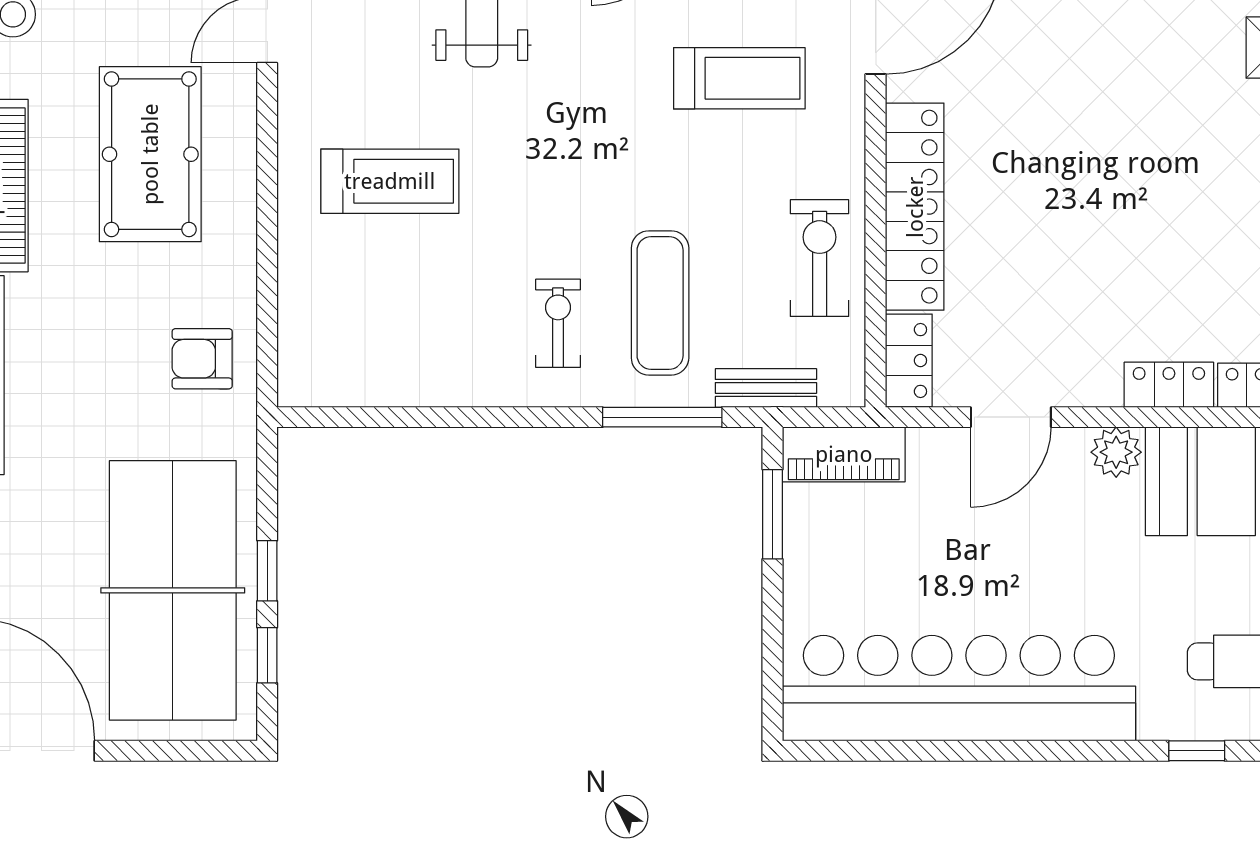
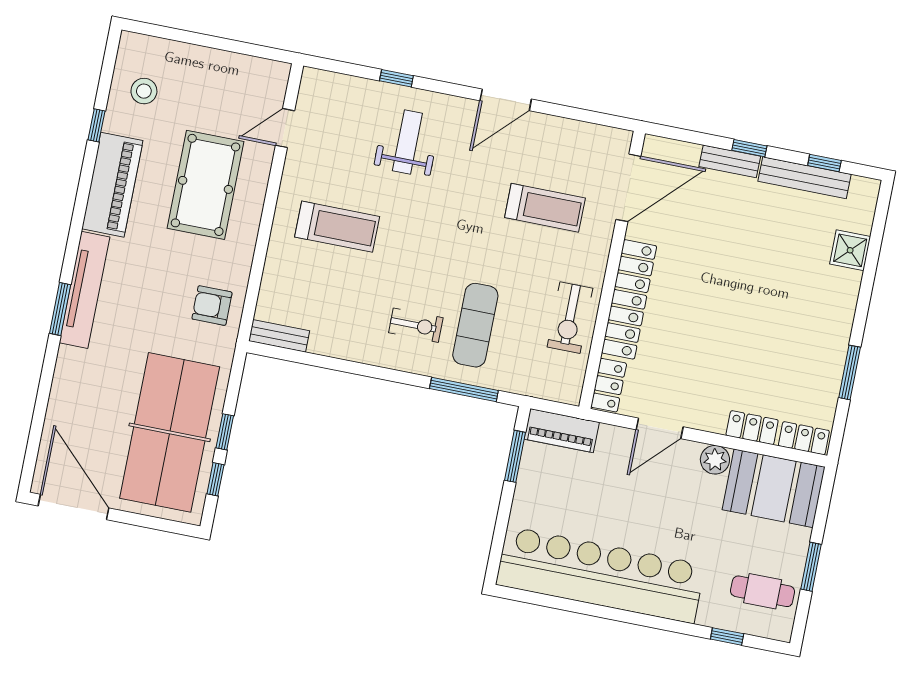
exercise bike: (820, 258) -> (570, 318), turned 180
exercise bike: (558, 323) -> (416, 325), turned 90
bench: (766, 388) -> (279, 336), moved

